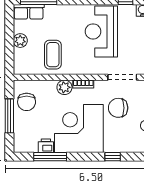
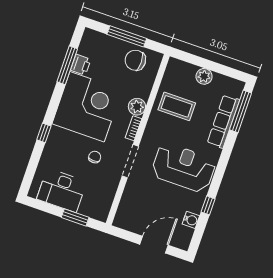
row of seats: (29, 12) -> (223, 121), moved, width x1.48
doorway: (122, 77) -> (130, 161), moved
chair: (118, 108) -> (95, 157), width x0.54, depth x0.54

